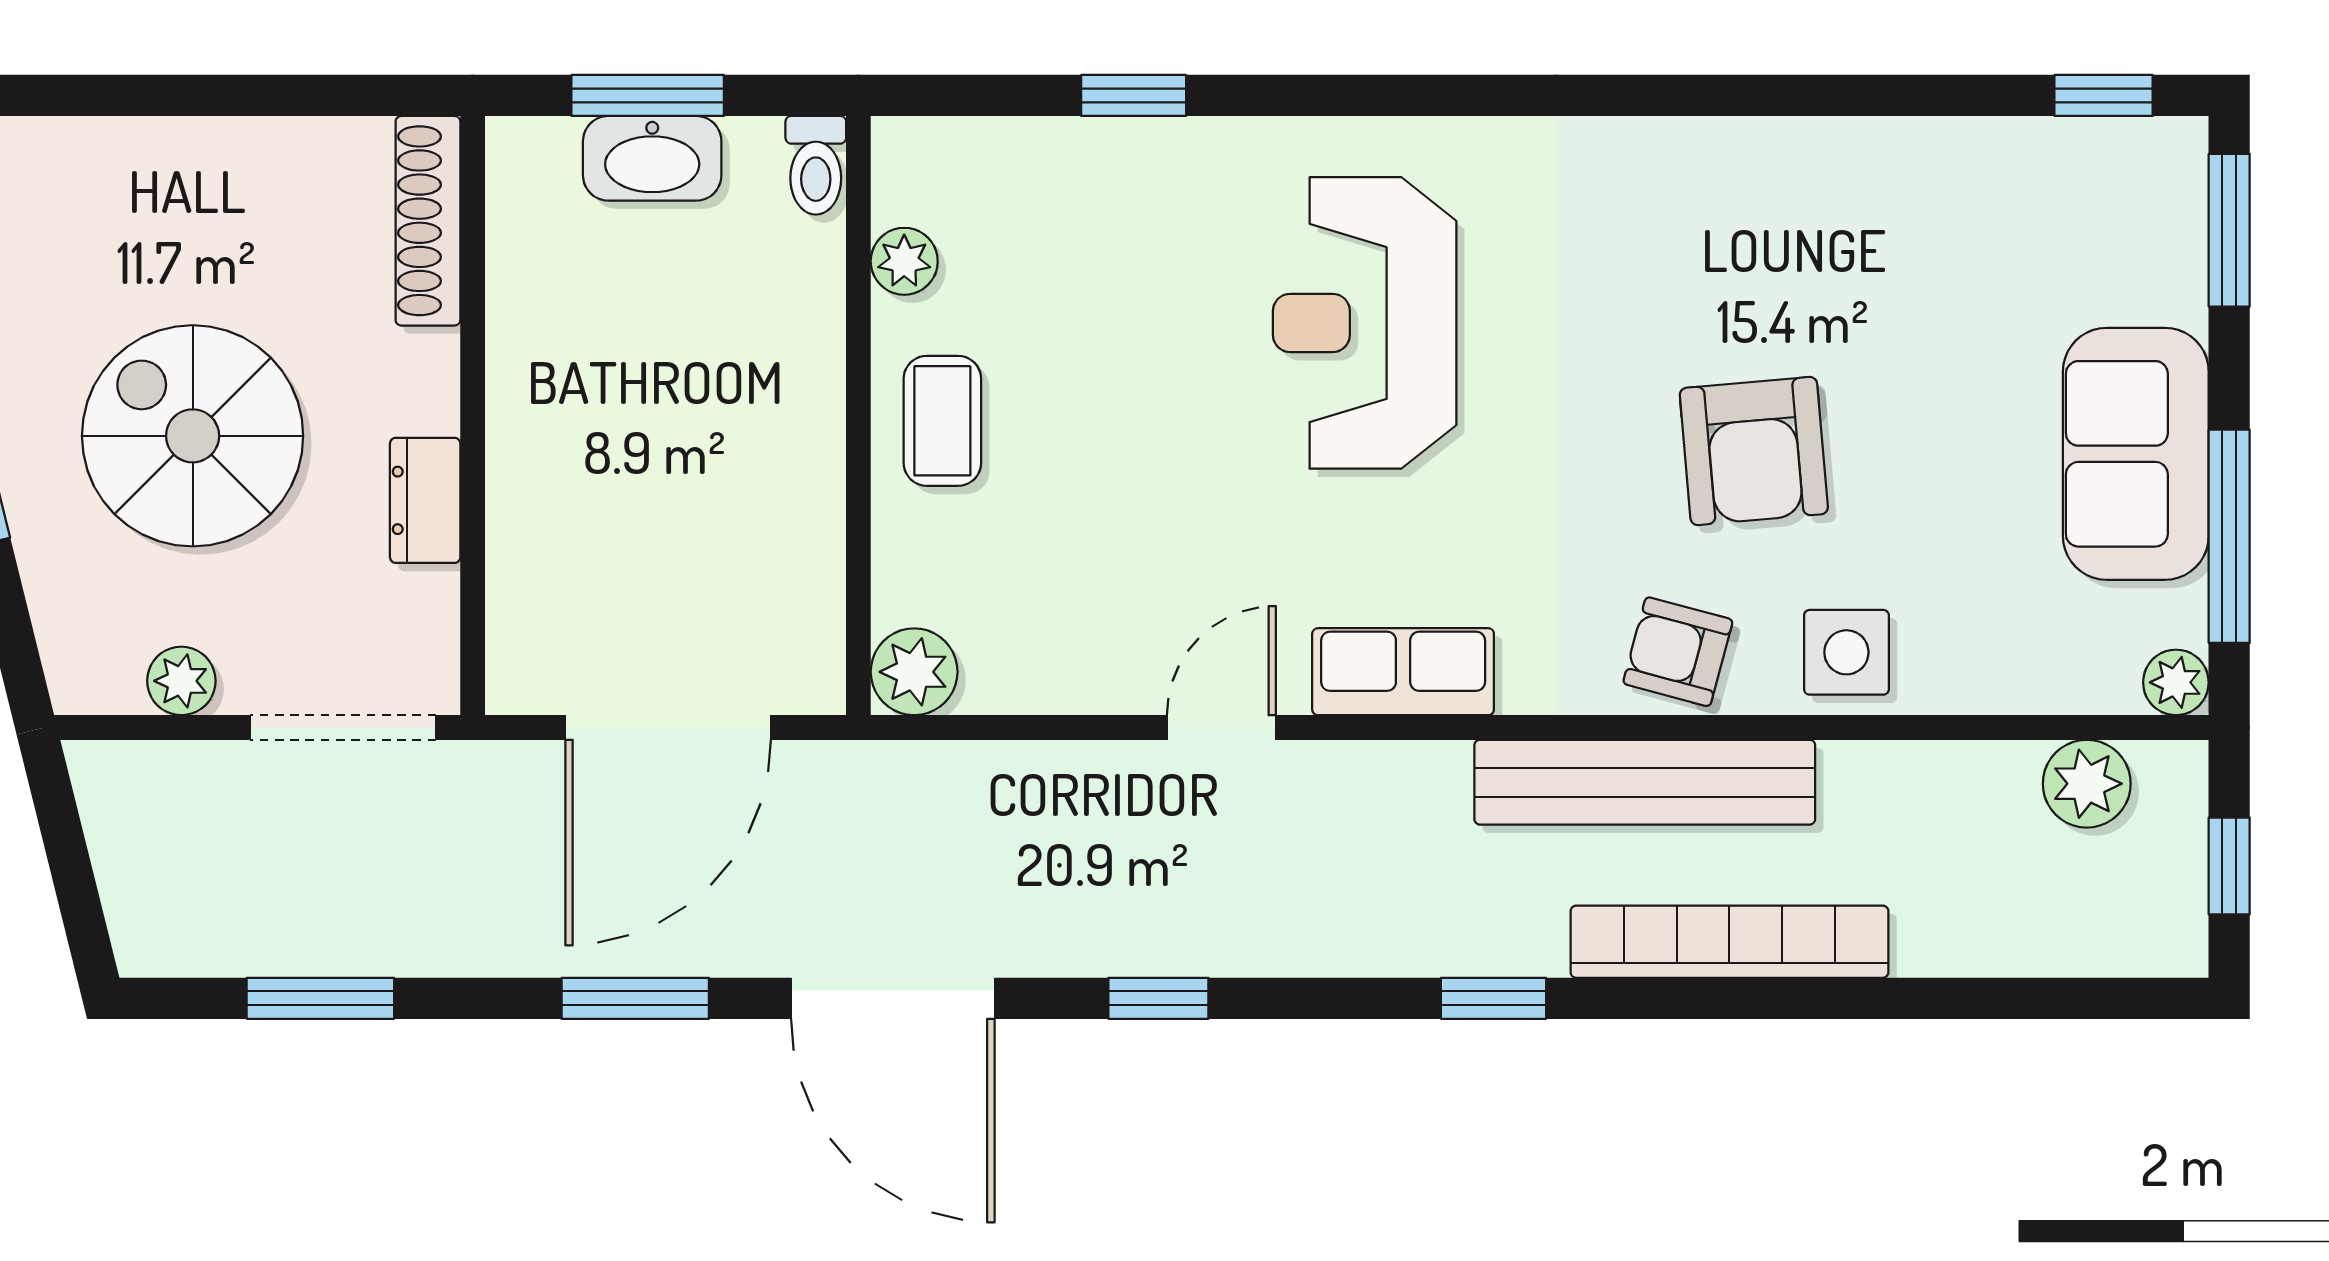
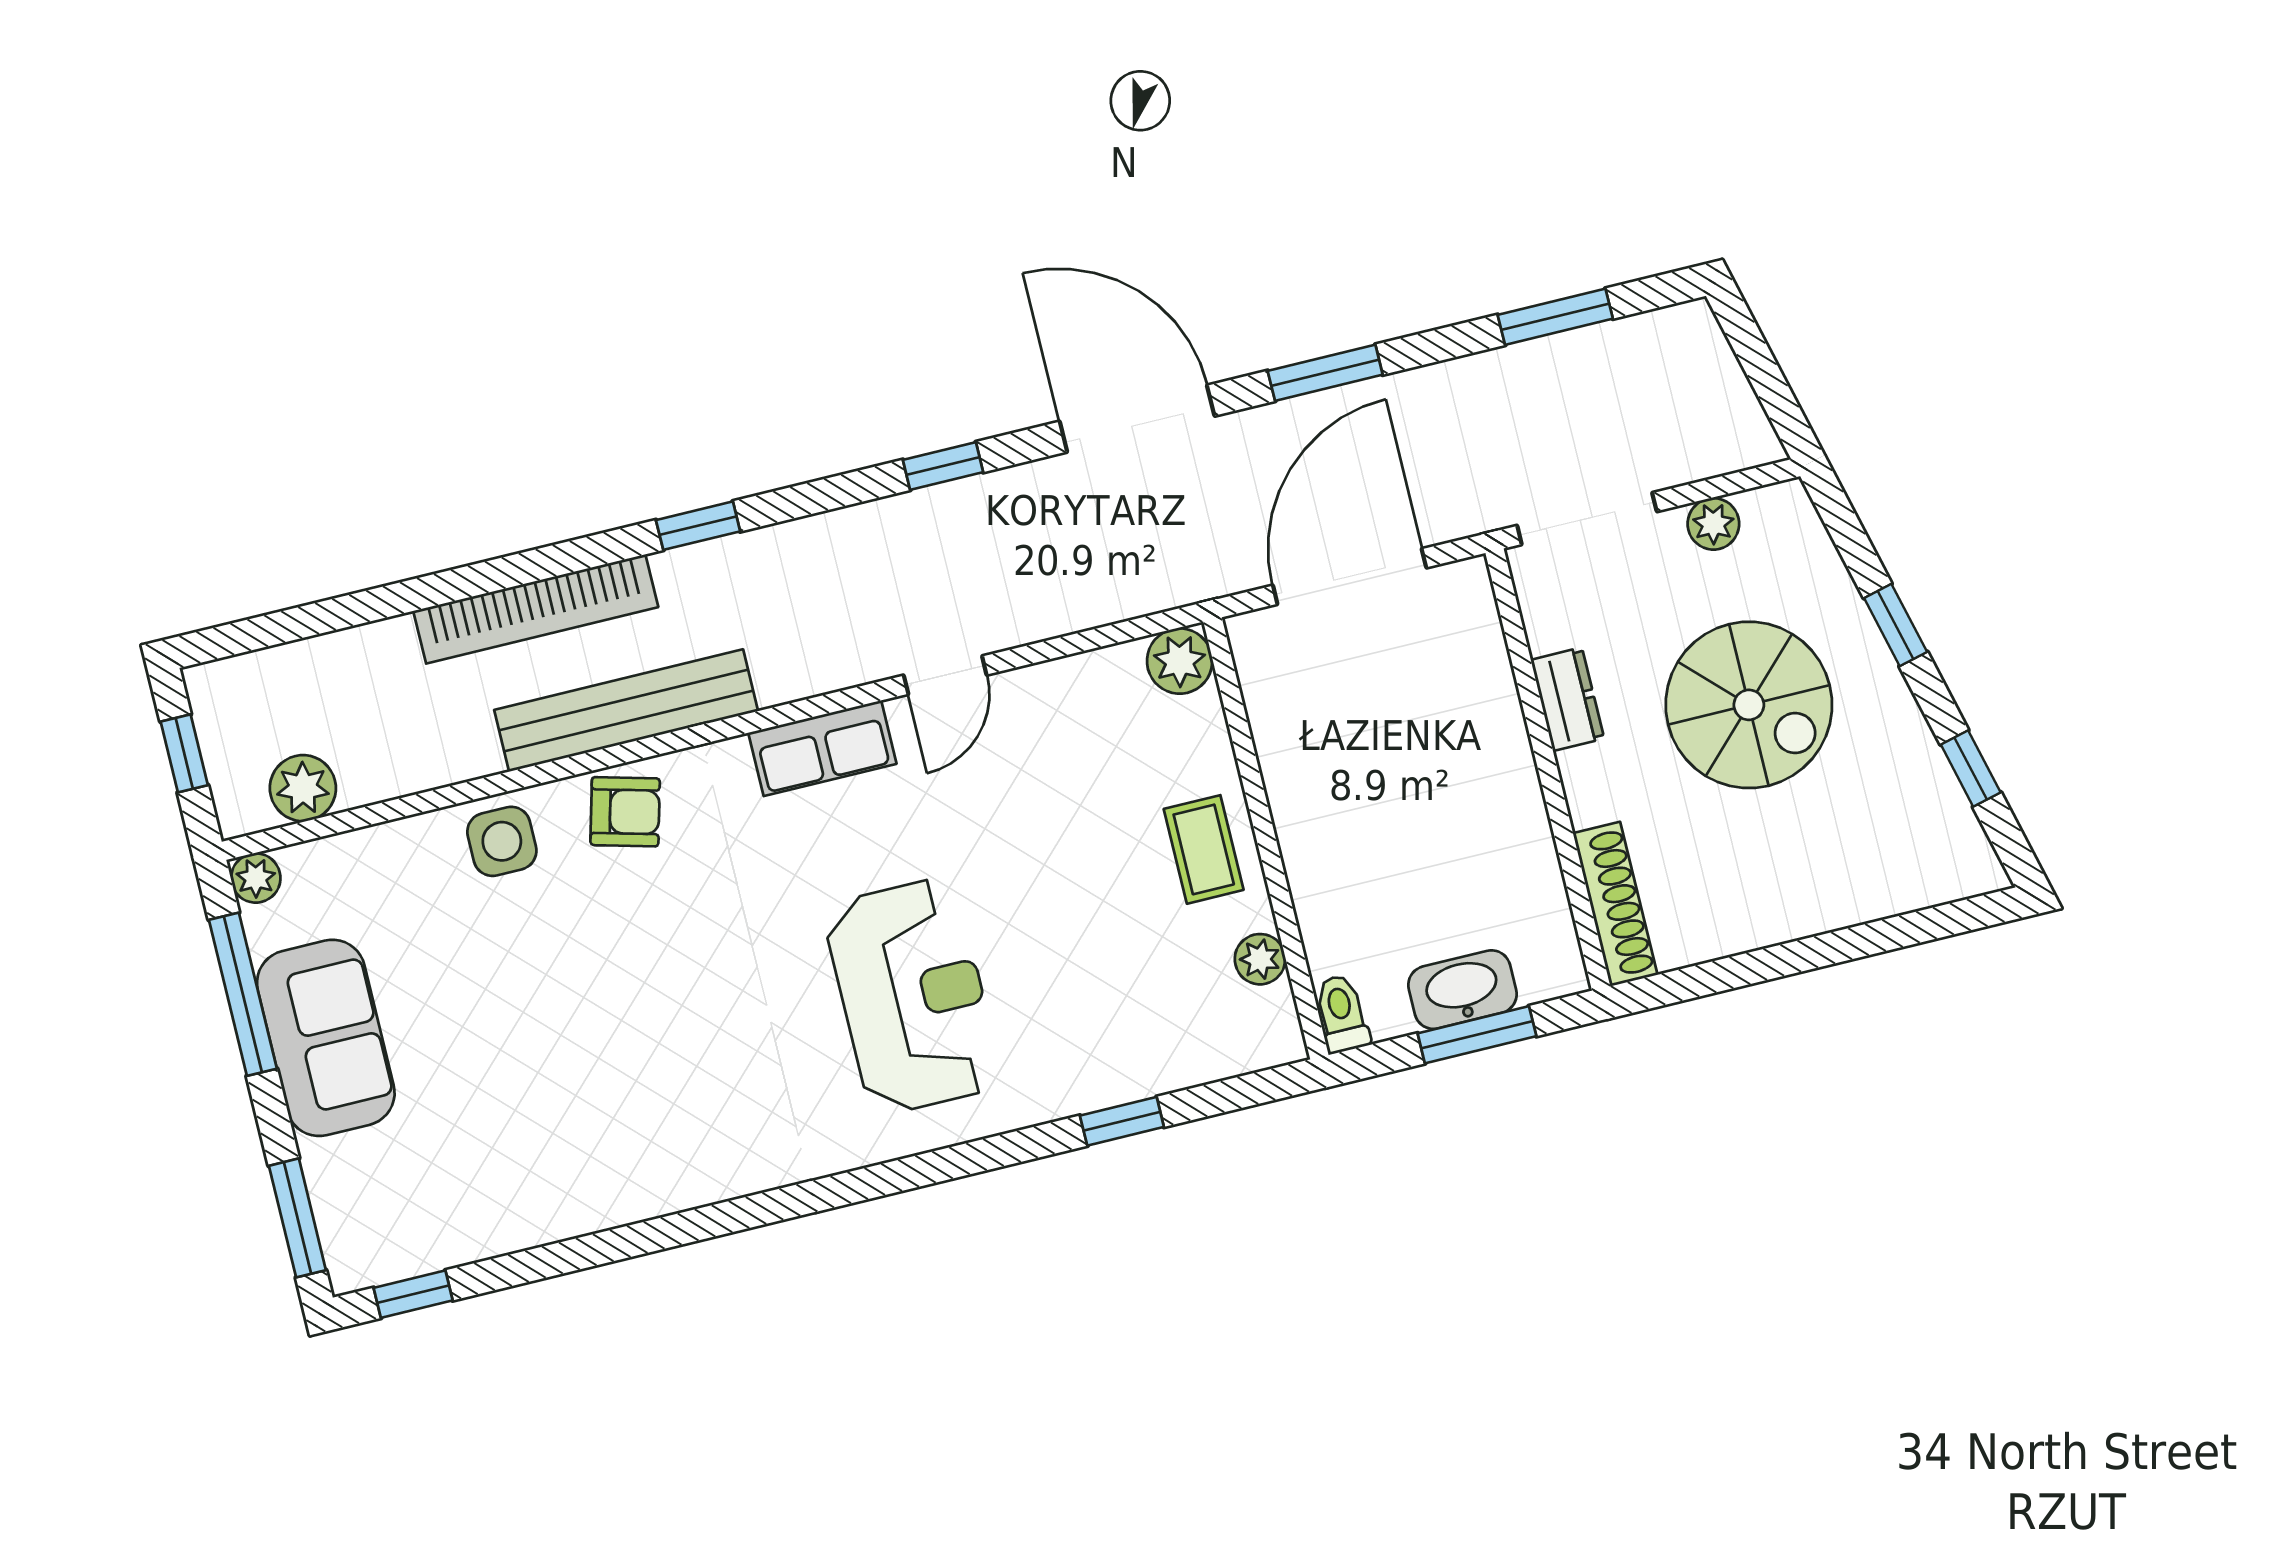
armchair: (1754, 451) -> (605, 972), removed

